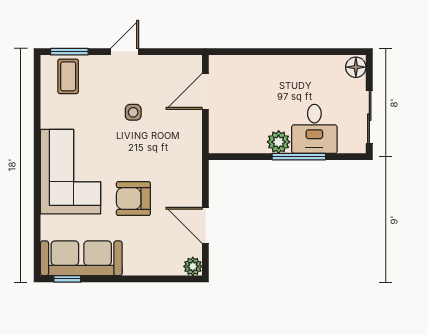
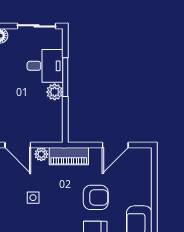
piano: (190, 161) -> (69, 156), added
armchair: (133, 199) -> (96, 197), turned -90
plant: (193, 266) -> (41, 154), moved

